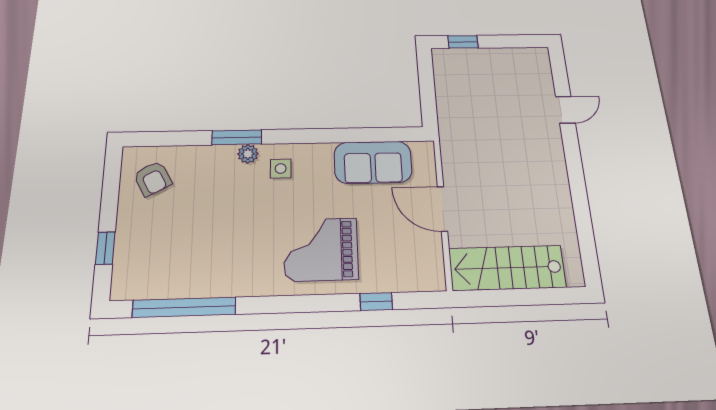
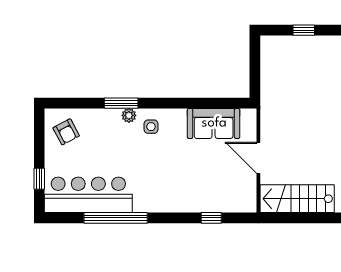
window: (463, 42) -> (304, 30), moved
grand piano: (321, 249) -> (177, 183), removed
bar counter: (182, 271) -> (88, 195), added
window: (184, 307) -> (116, 218), moved

